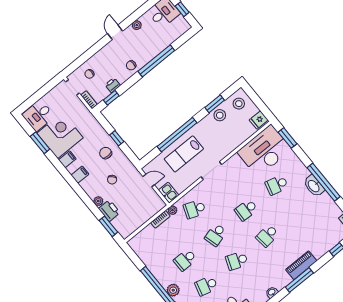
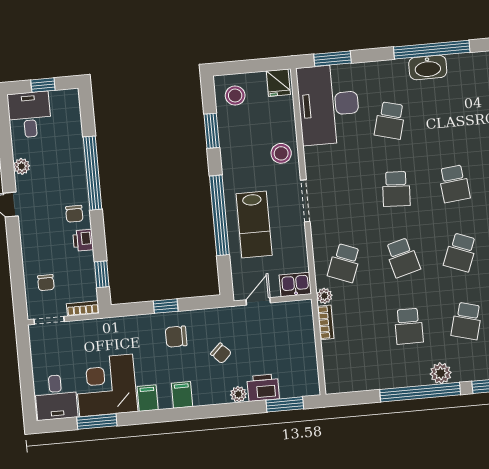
printer: (113, 85) -> (83, 240), moved
stool: (220, 115) -> (281, 153), moved

